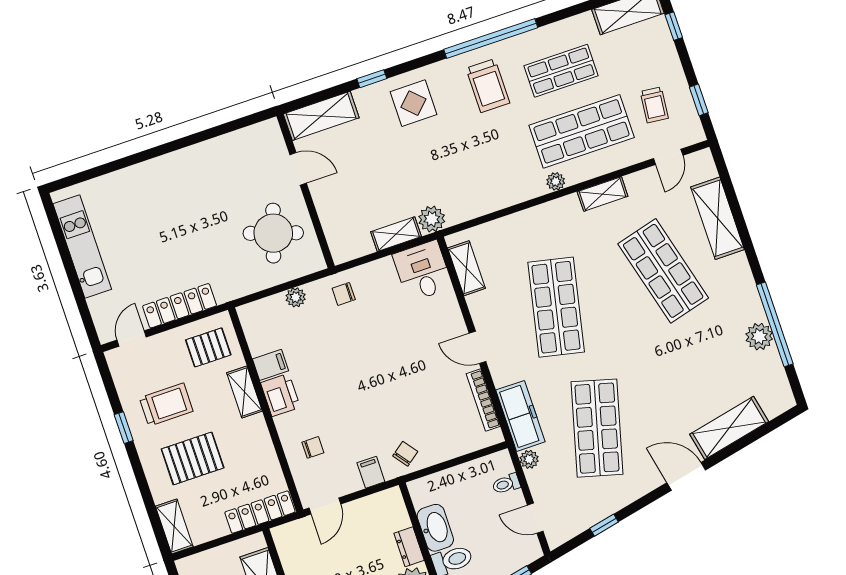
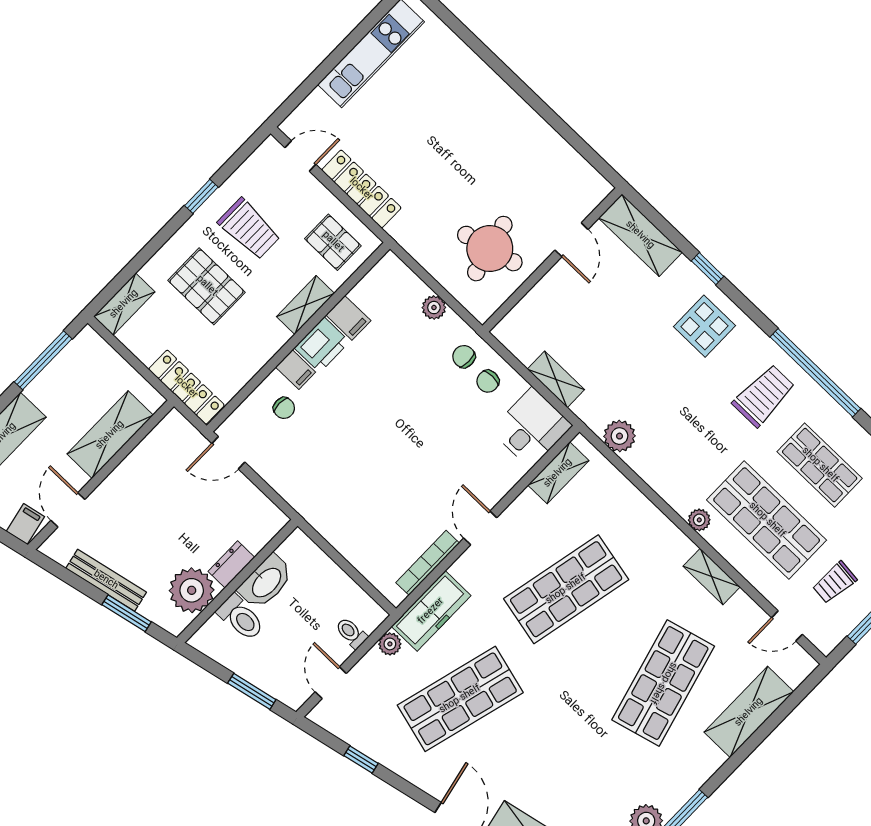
trolley: (488, 86) -> (764, 396), turned 180
plant: (432, 219) -> (620, 436), moved
round table: (273, 233) -> (490, 249), turned -32
chair: (405, 454) -> (488, 381), moved, turned 127
filing cabinet: (371, 472) -> (296, 370), moved, turned 90

